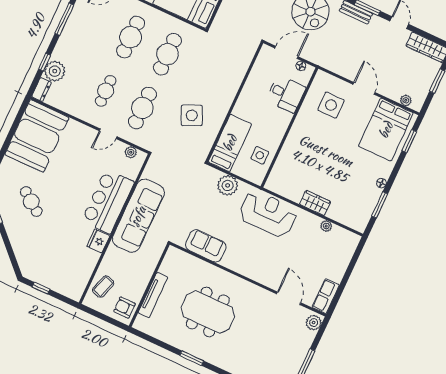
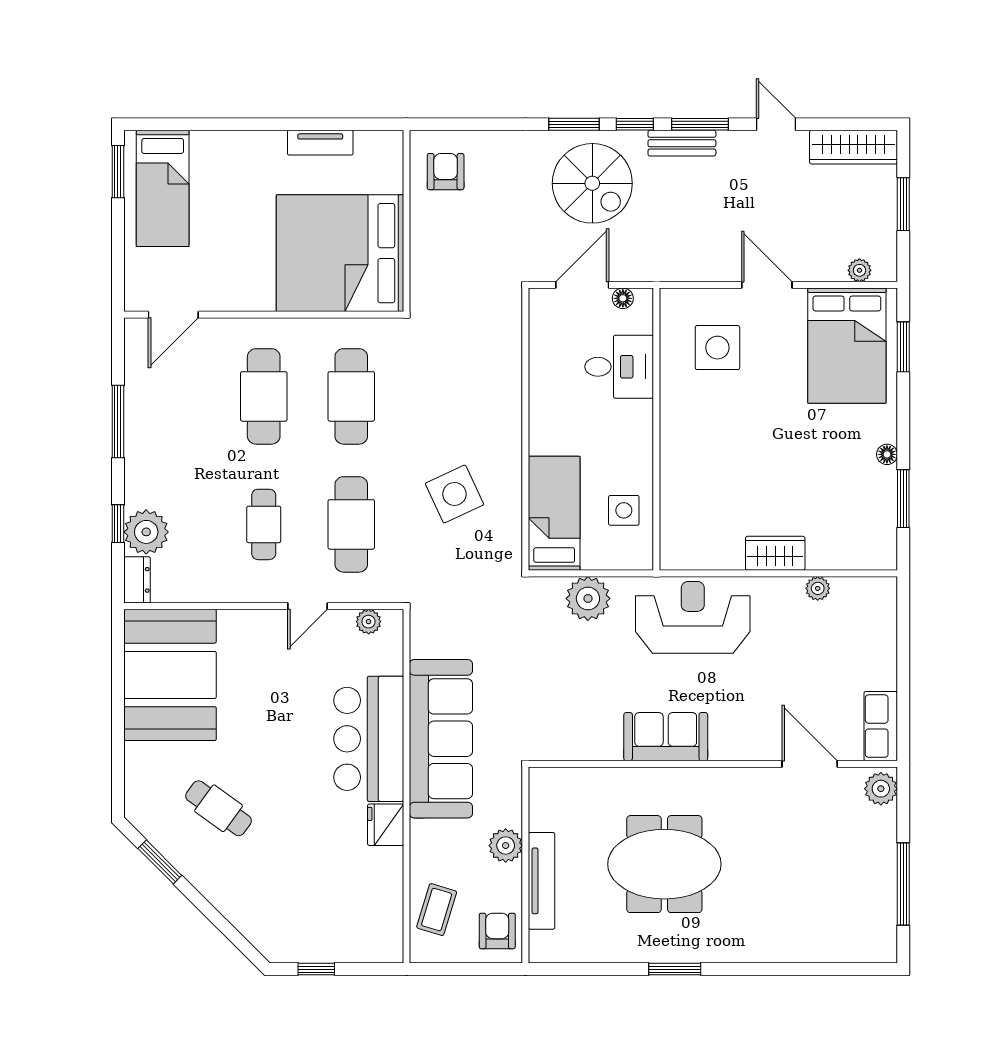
sofa: (206, 246) -> (666, 737), moved
plant: (145, 273) -> (506, 846), added
armchair: (124, 307) -> (497, 931), turned 90

